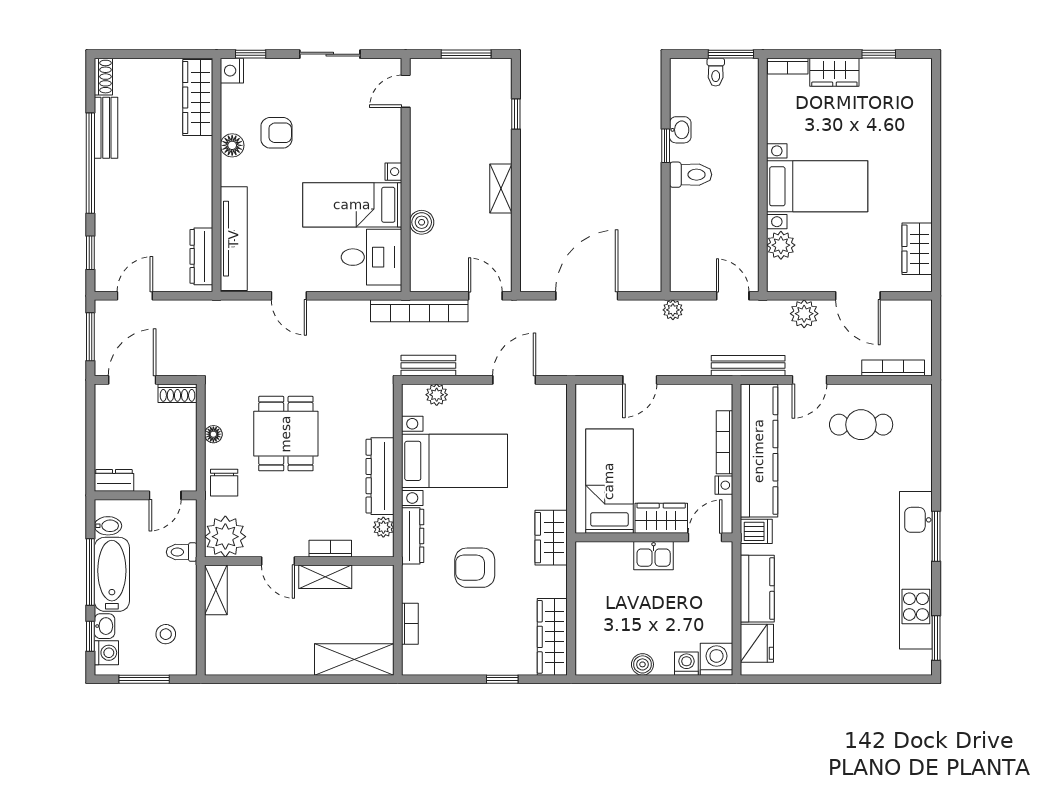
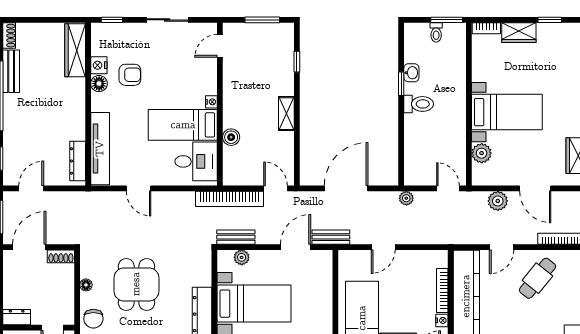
nightstand: (232, 71) -> (99, 65), moved
bench: (748, 366) -> (331, 237), moved, width x0.73
cafe table: (861, 425) -> (537, 278), turned -51

